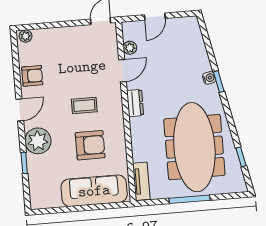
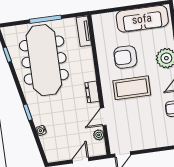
water cooler: (209, 78) -> (41, 130), moved
coffee table: (84, 105) -> (132, 88), width x1.86, depth x1.72
sofa: (94, 191) -> (142, 19), moved

